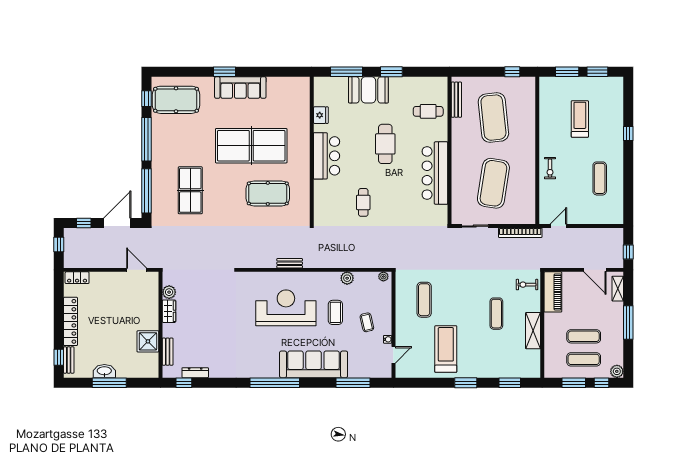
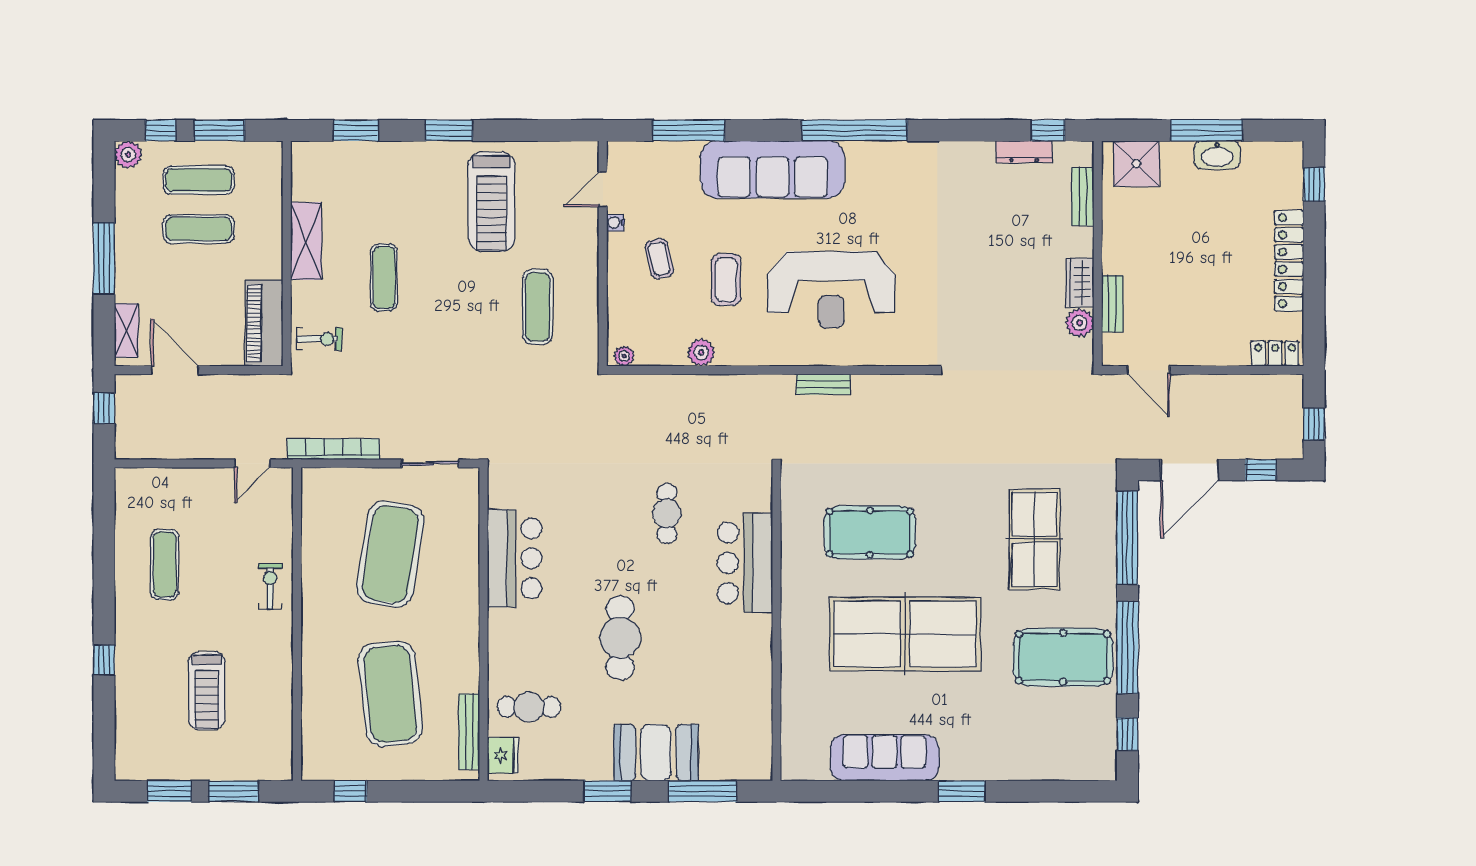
sofa: (240, 87) -> (884, 758), moved
pool table: (176, 100) -> (1063, 657), moved
fridge: (321, 115) -> (503, 755), moved, turned 180
bar counter: (327, 156) -> (745, 563), moved
bar counter: (435, 173) -> (515, 558), width x0.73
shower: (148, 341) -> (1136, 164), moved
bench: (69, 360) -> (1112, 304), moved

